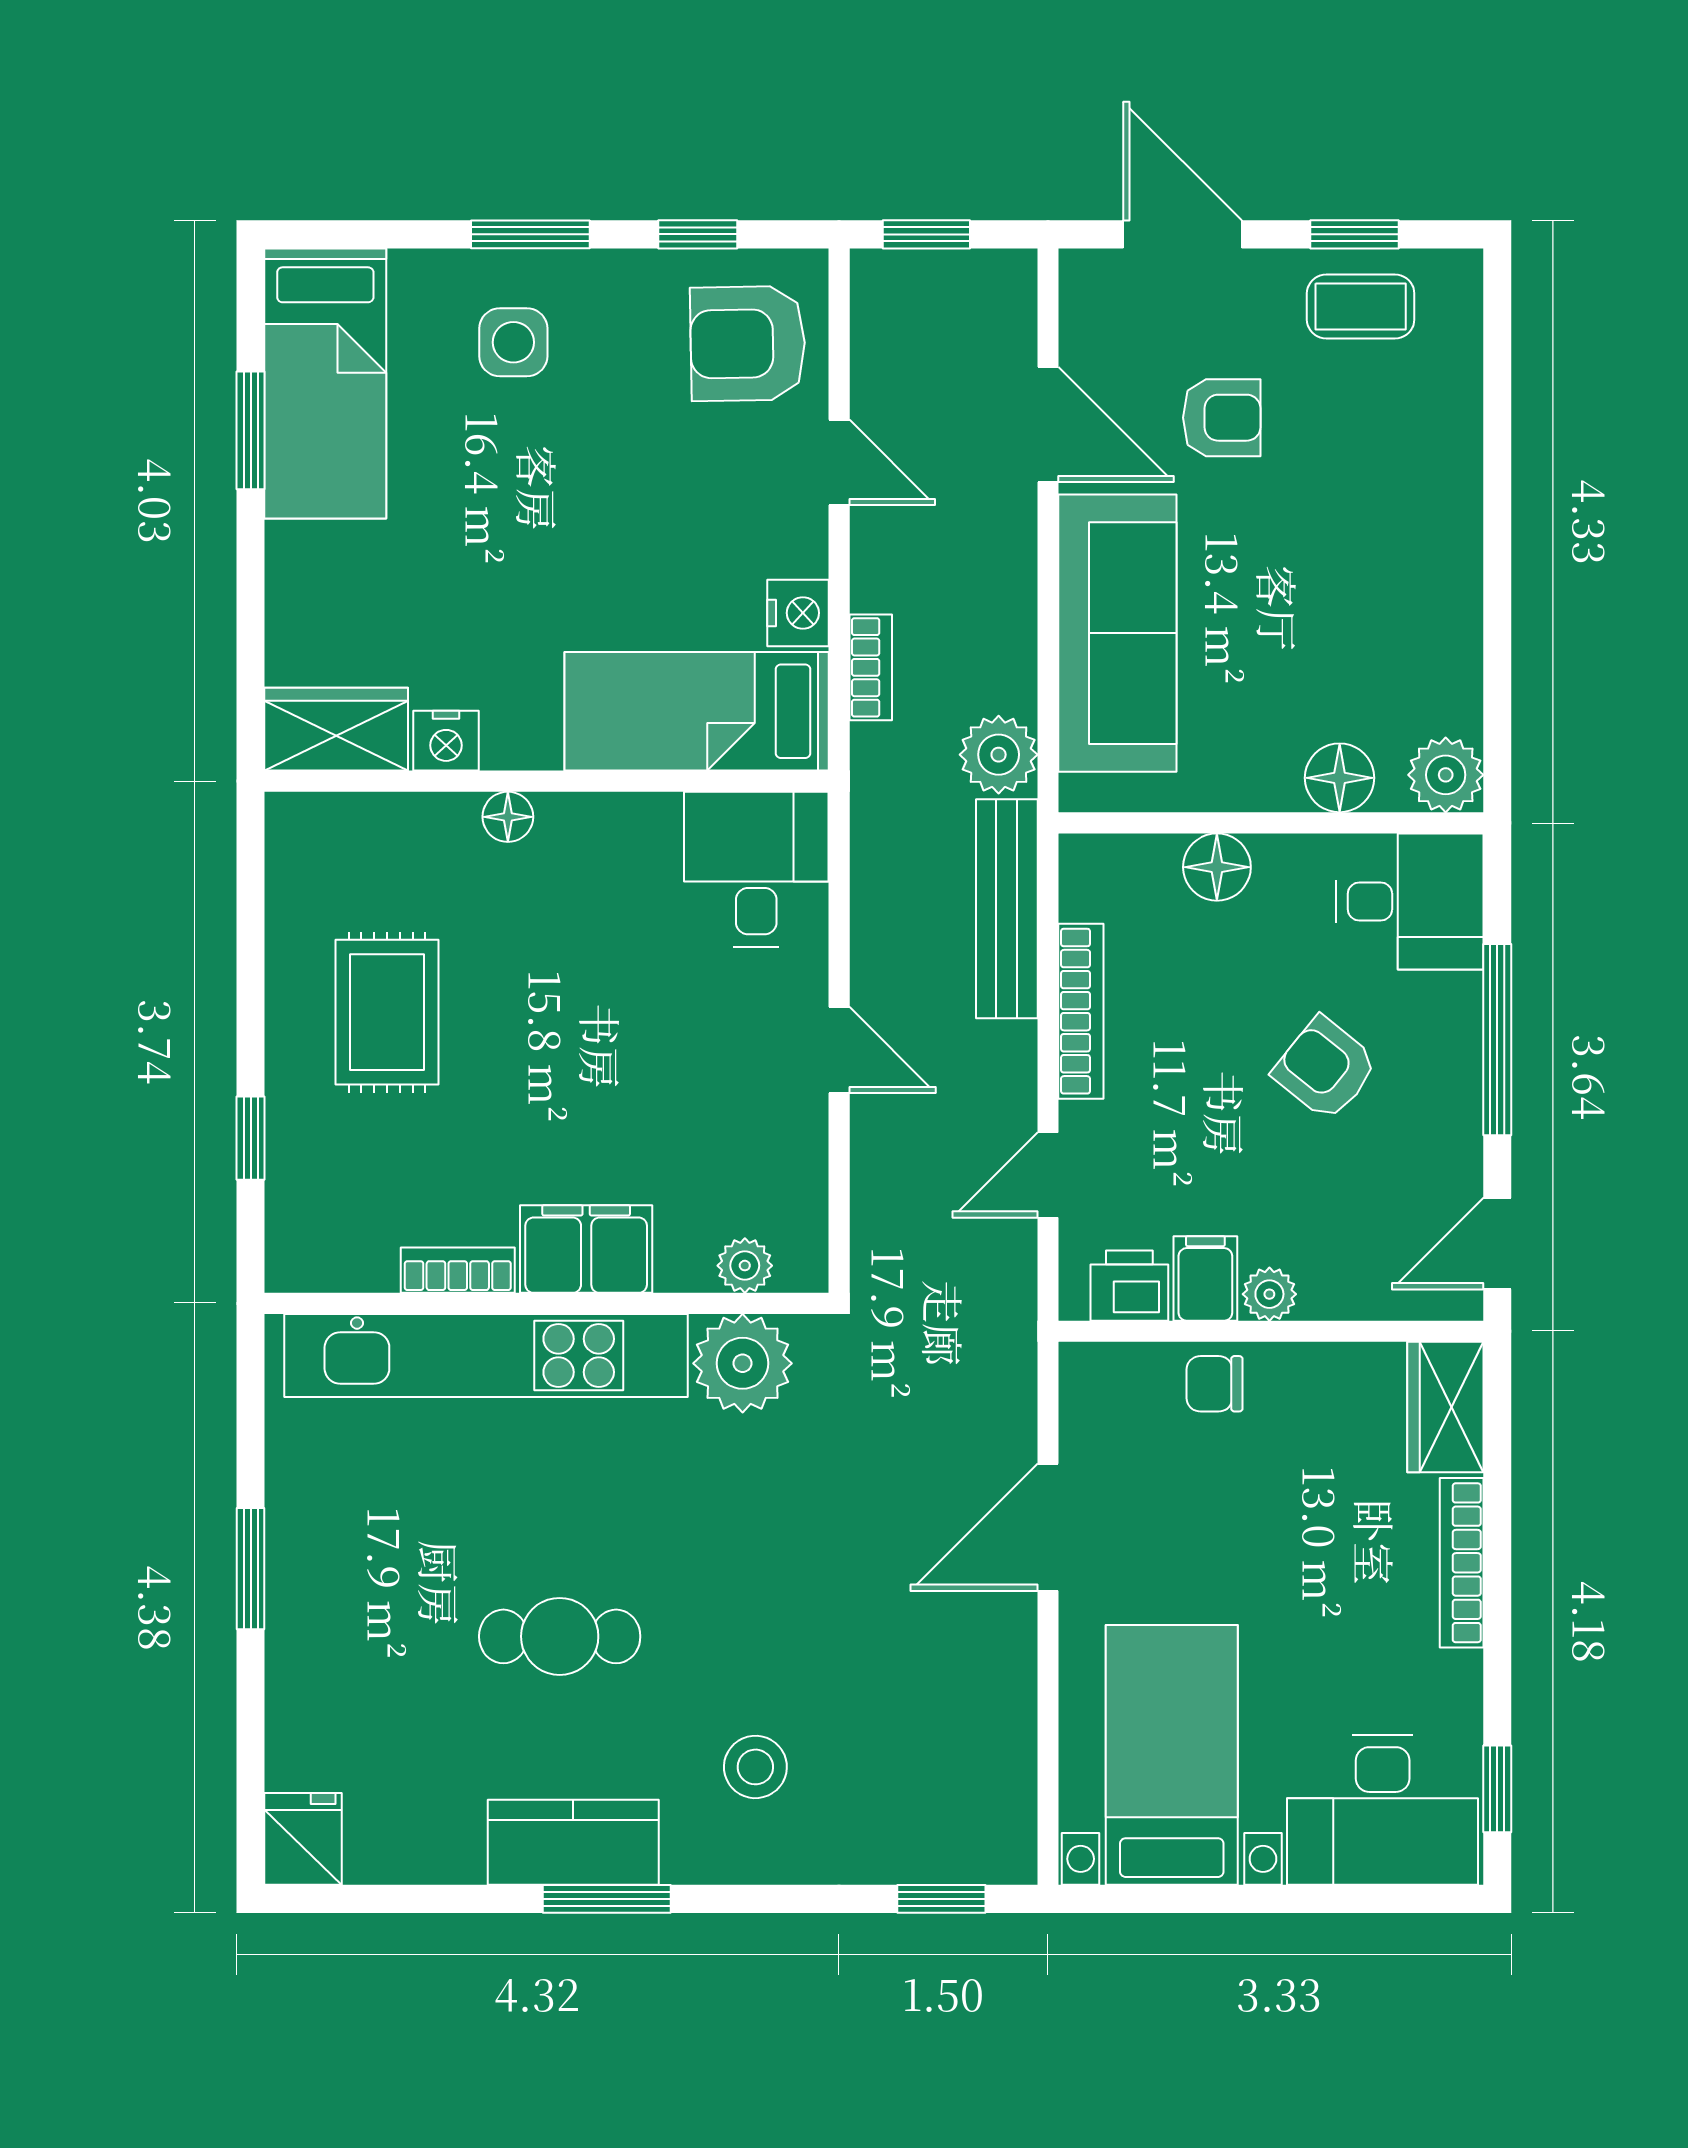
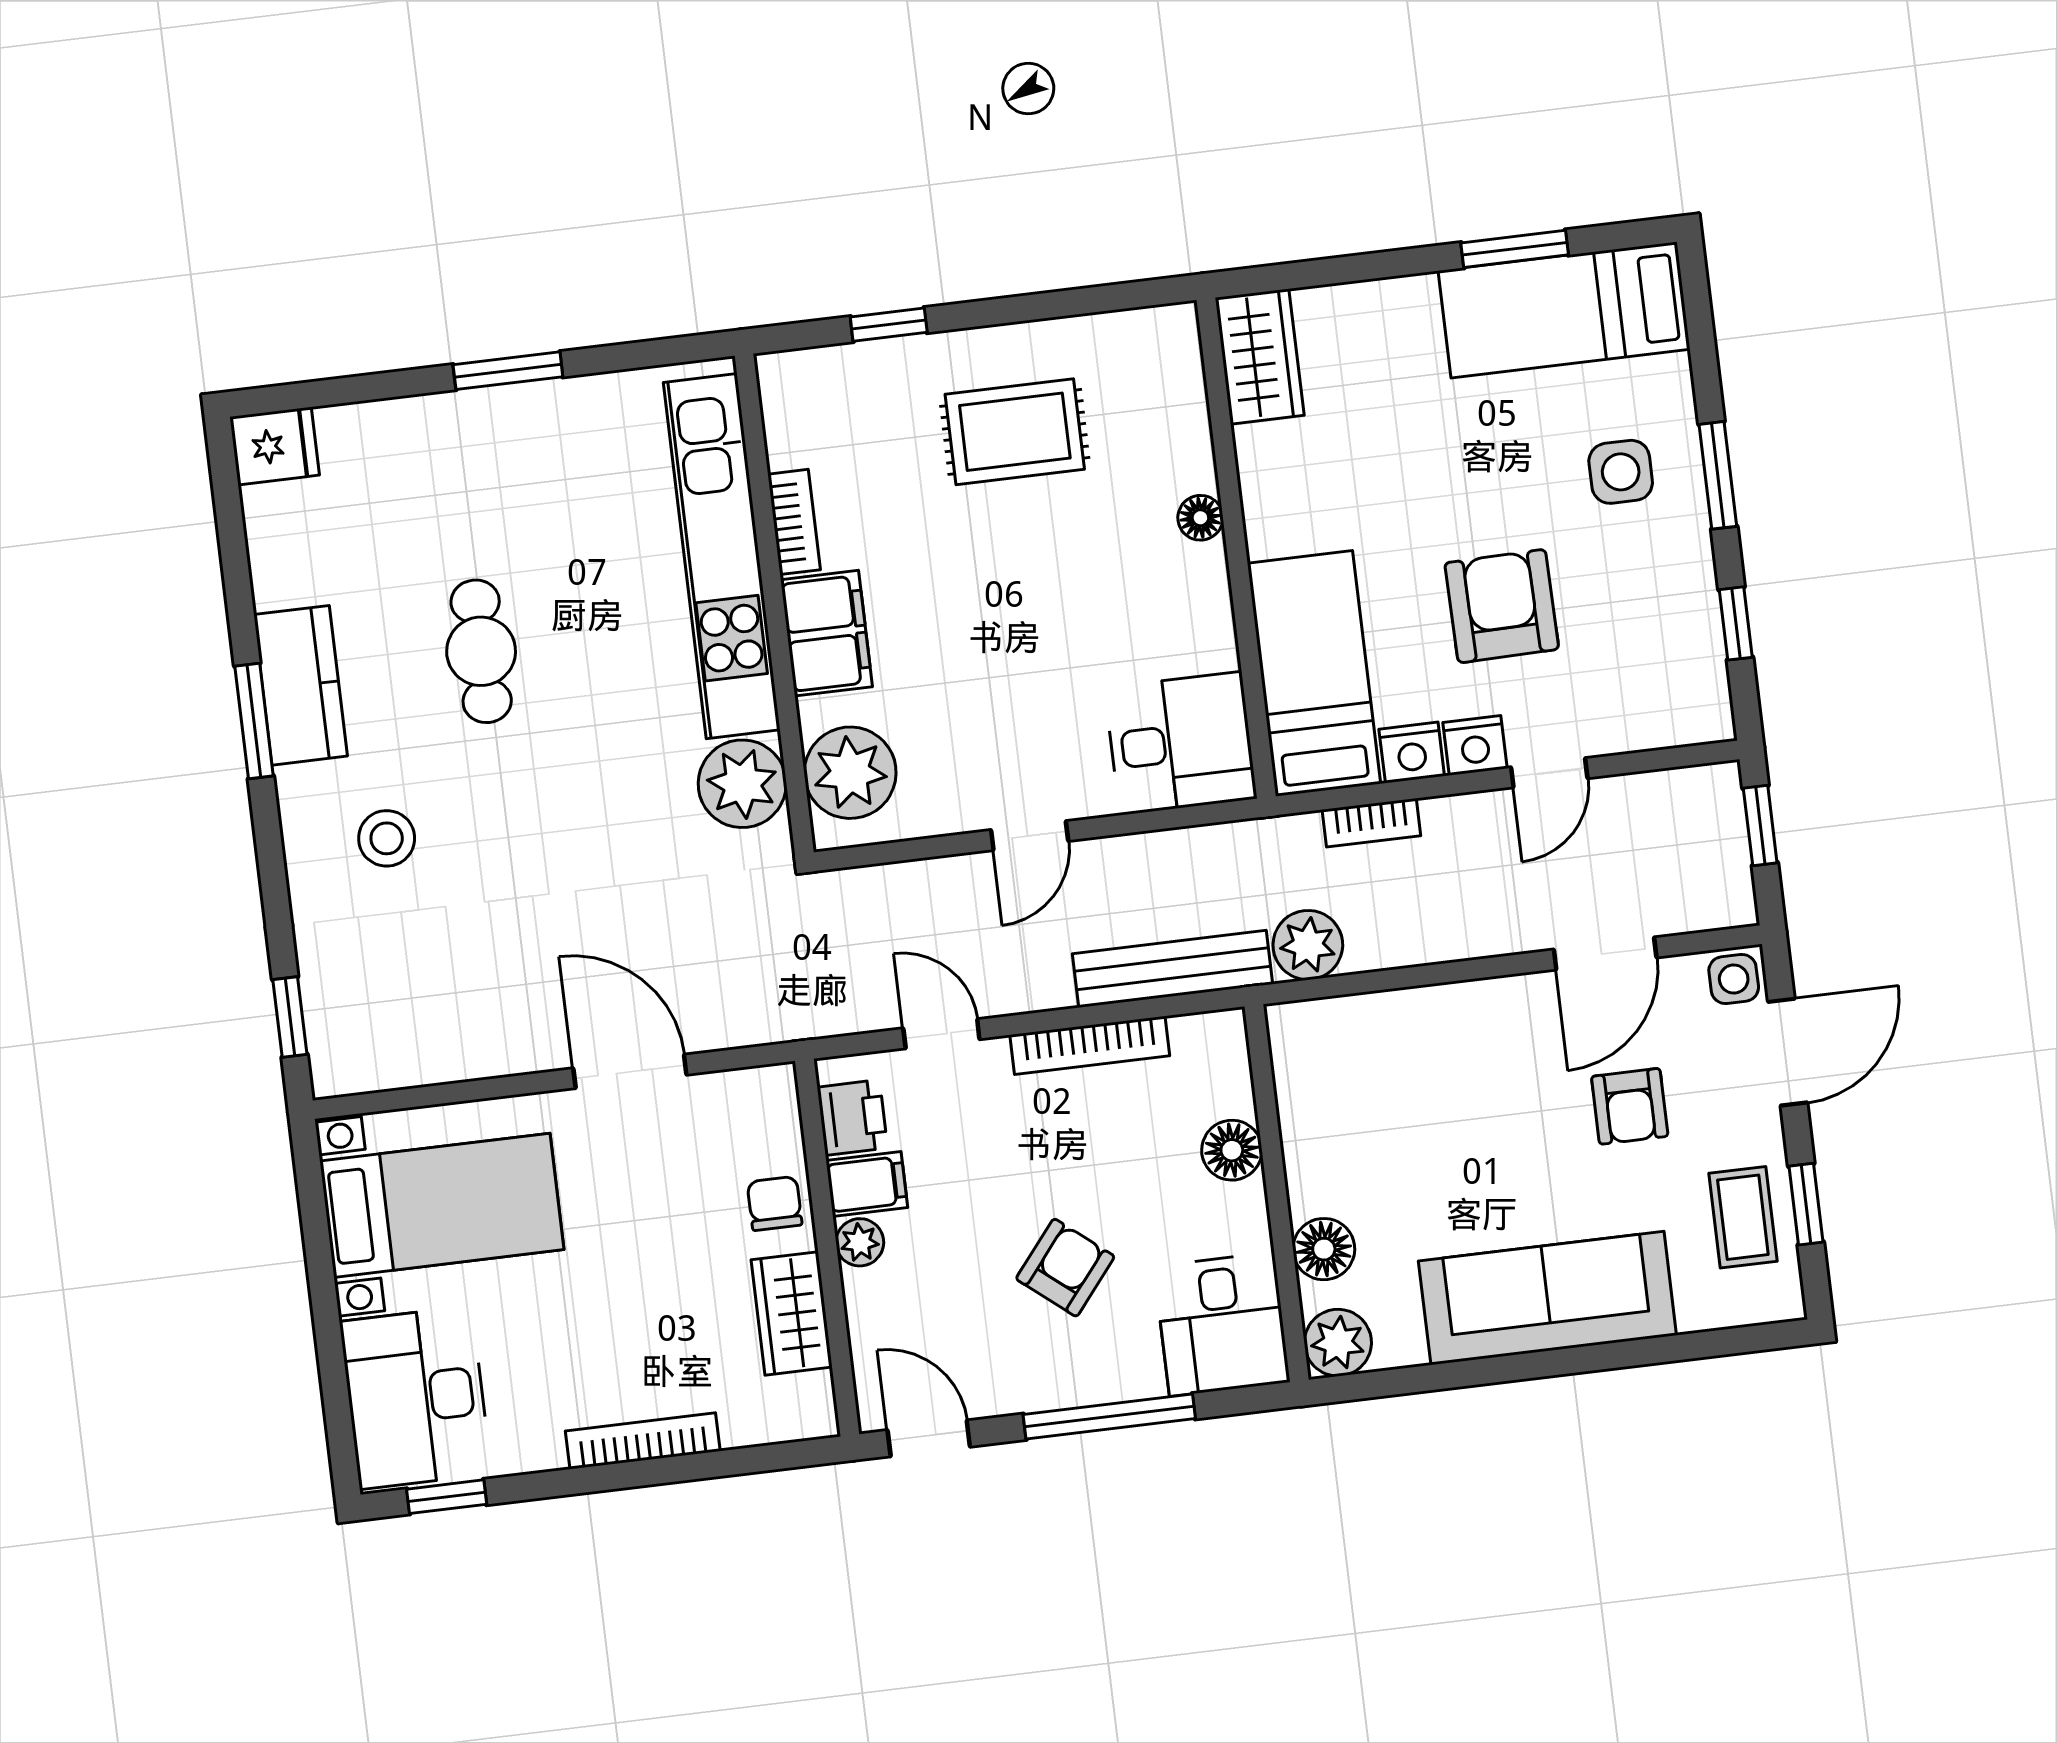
side table: (1094, 285) -> (1734, 979), added
armchair: (748, 344) -> (1502, 606), moved
sofa: (1117, 633) -> (1547, 1298), moved, turned 180
nightstand: (446, 741) -> (1475, 745), moved, turned -90
plant: (745, 1266) -> (850, 773), width x1.87, depth x1.87
wardrobe: (1445, 1407) -> (792, 1313), moved, turned -90

